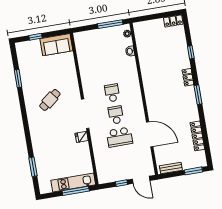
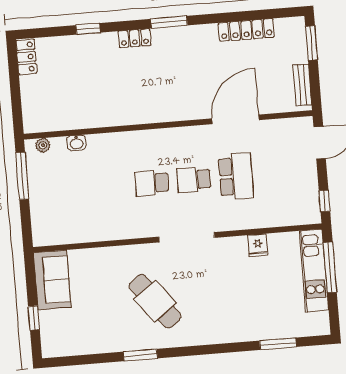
window: (18, 79) -> (140, 355), moved
cafe table: (50, 100) -> (155, 301), width x1.37, depth x1.35
fridge: (82, 137) -> (258, 245), moved
window: (121, 183) -> (324, 201), moved

